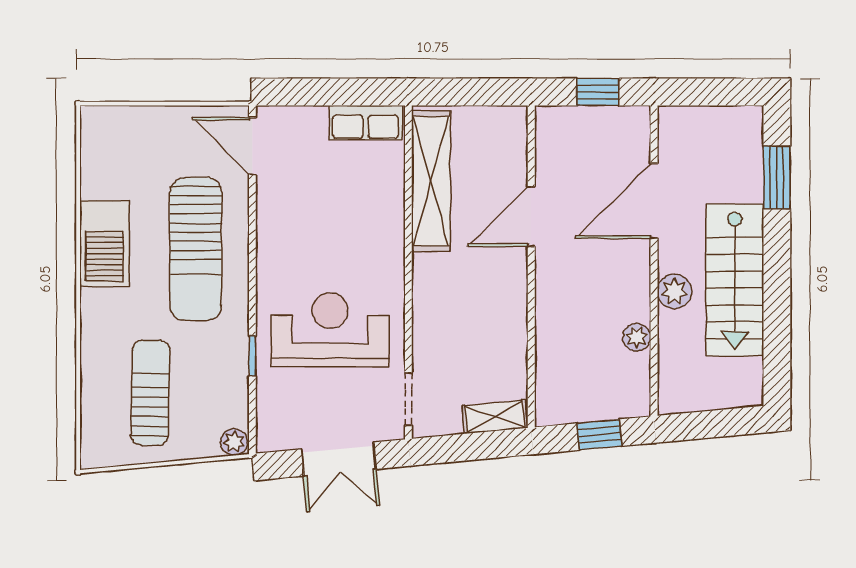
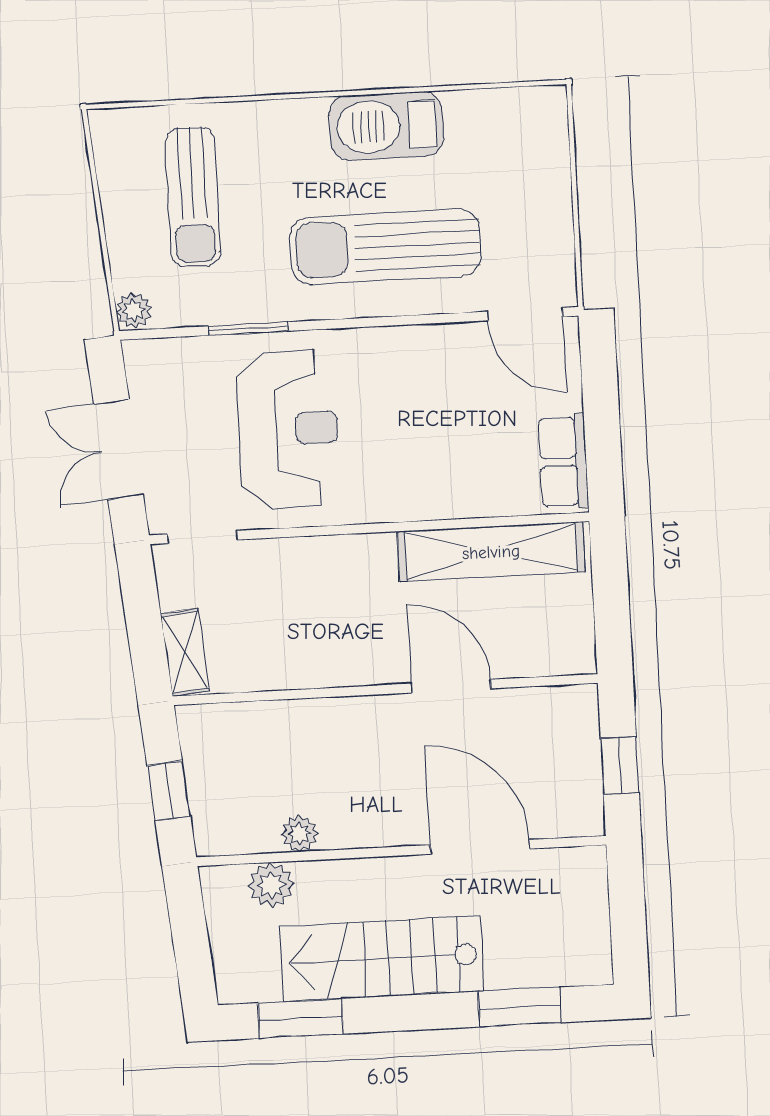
door: (252, 146) -> (525, 314), swing flipped
plant: (675, 291) -> (271, 885), moved
window: (777, 344) -> (301, 1018), added
window: (252, 356) -> (248, 329), width x1.50
sun lounger: (150, 393) -> (193, 197), turned 89

